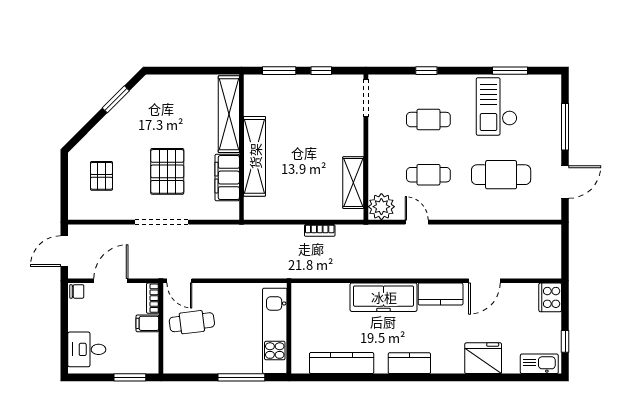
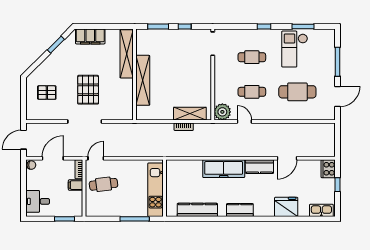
window: (426, 71) -> (264, 27), moved
pallet: (101, 176) -> (47, 93), turned 90
filing cabinet: (227, 178) -> (90, 36), moved, turned -90
shelving: (353, 183) -> (190, 114), moved, turned 90
door: (179, 281) -> (96, 158), swing flipped
window: (565, 341) -> (338, 185), moved

